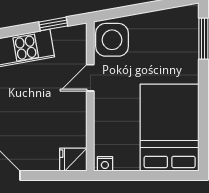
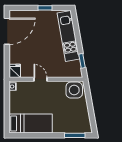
door: (90, 78) -> (40, 79), moved
bed: (170, 128) -> (31, 123), width x0.67

